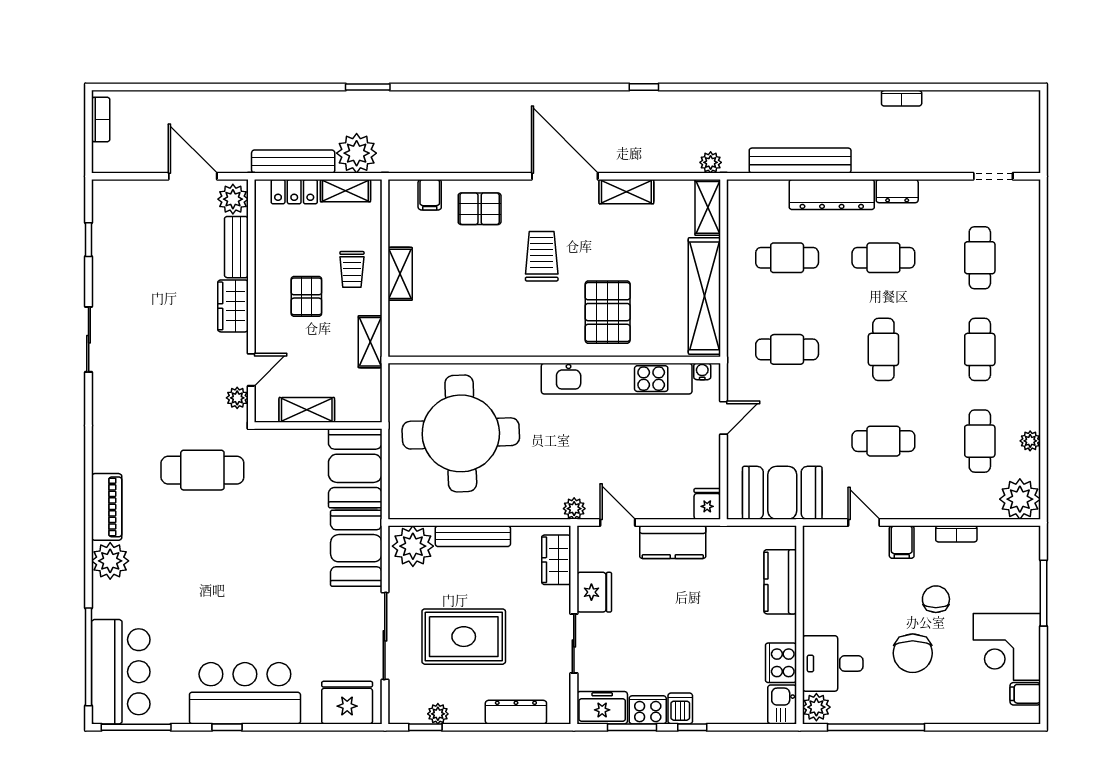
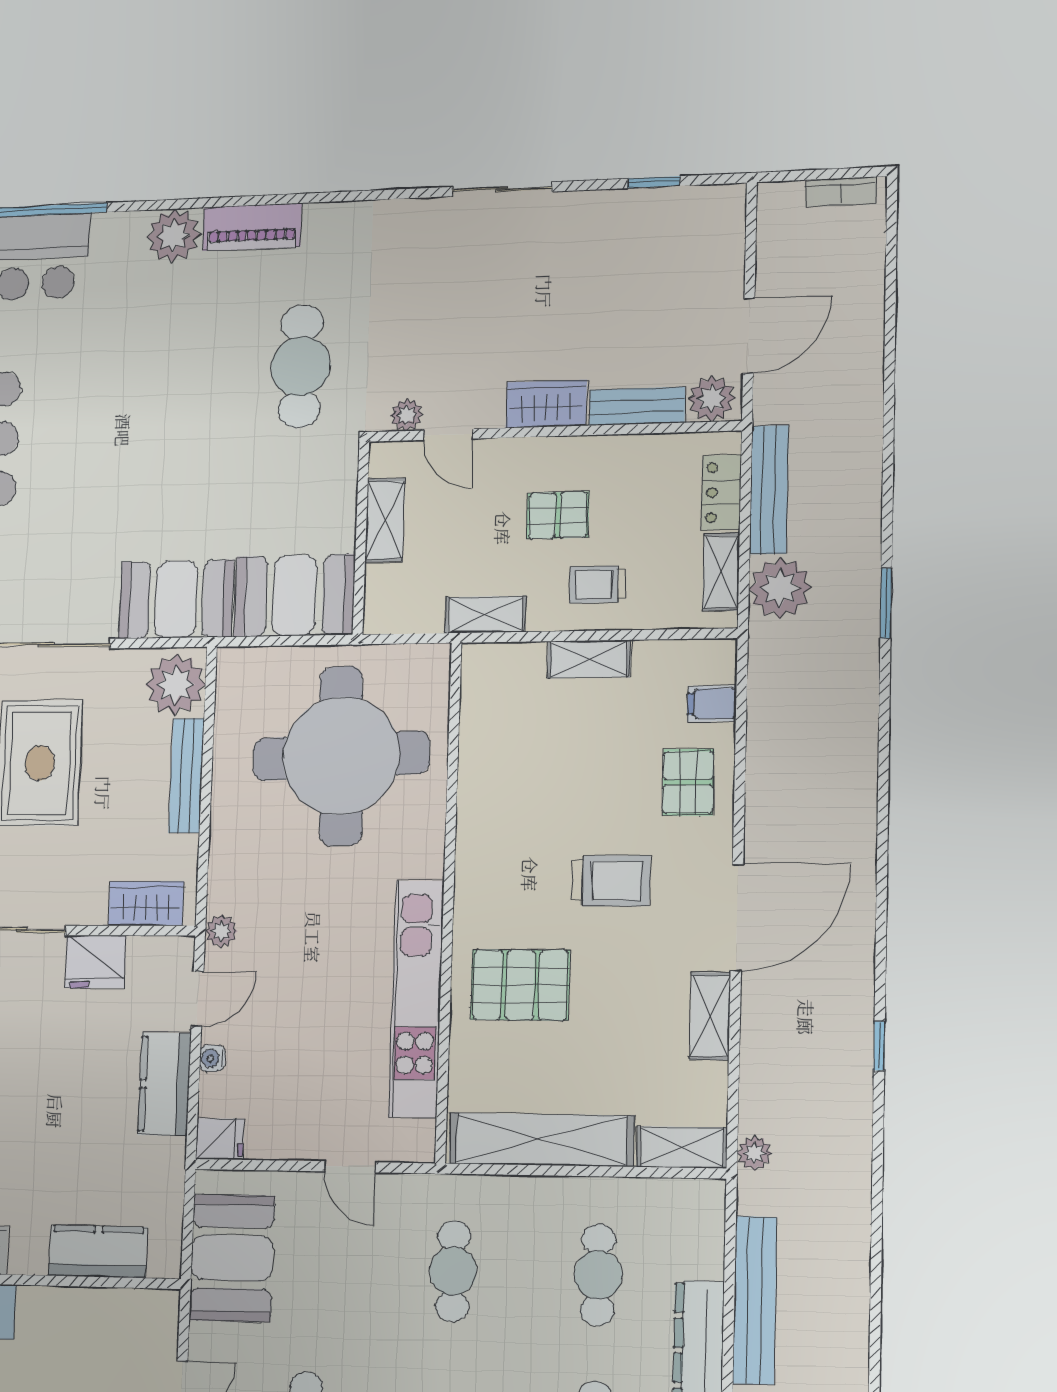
water cooler: (702, 371) -> (212, 1058), moved, turned 180

